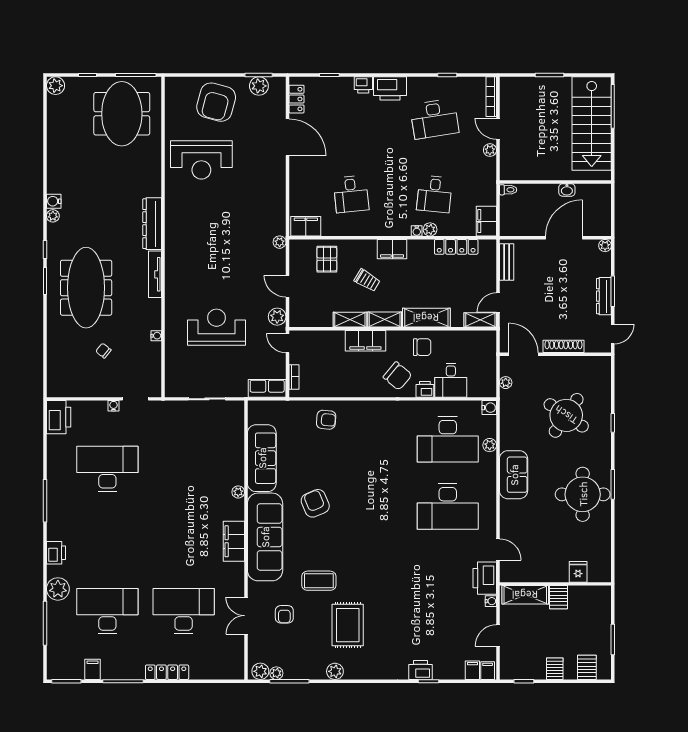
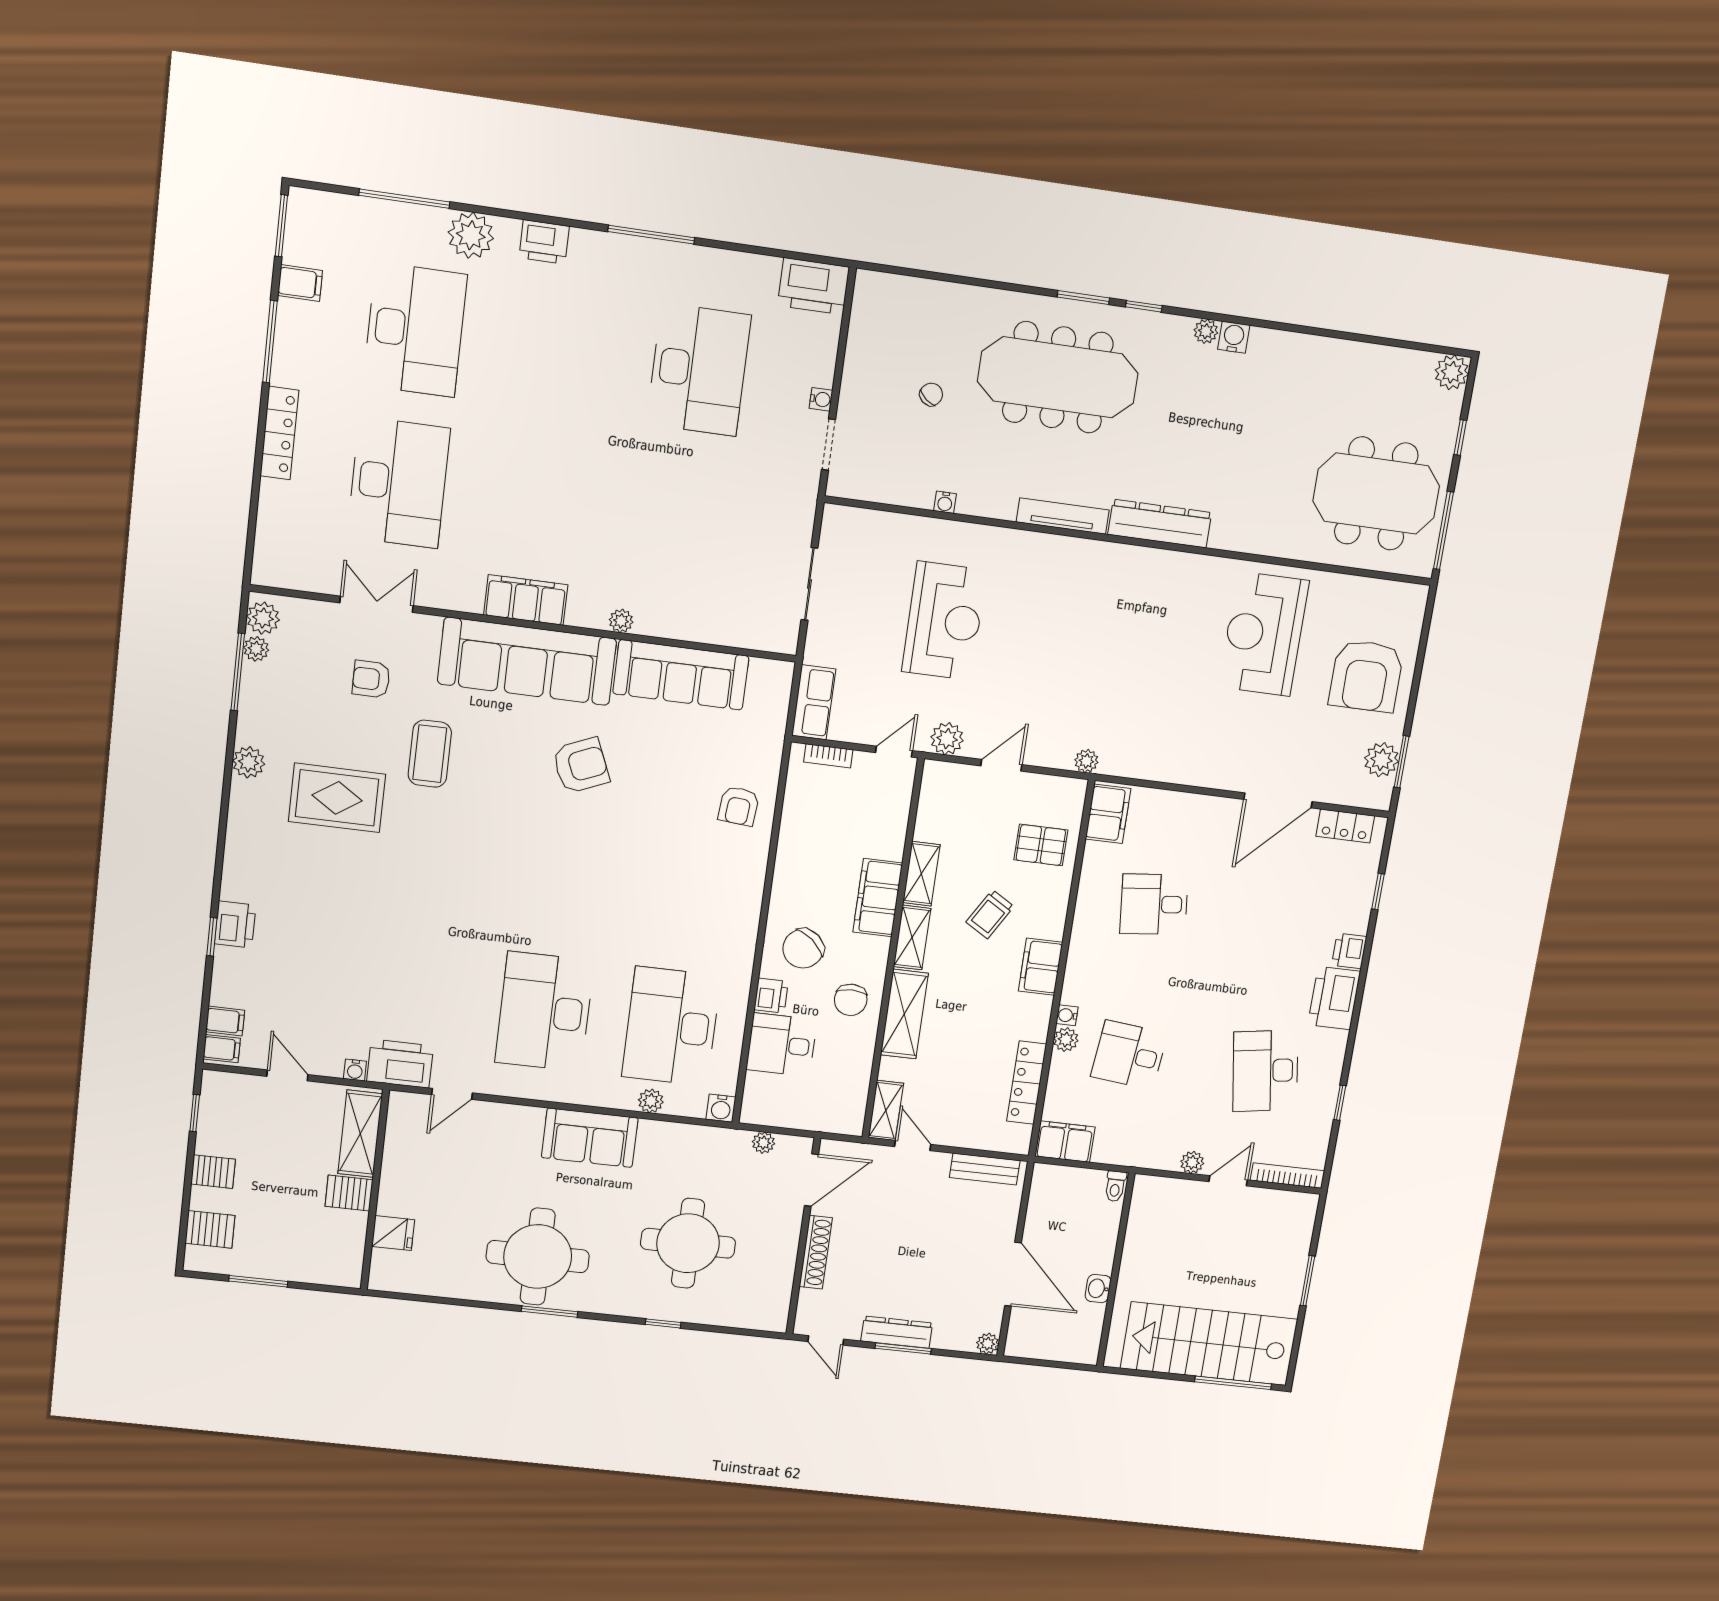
armchair: (216, 102) -> (1366, 676), turned -105
round table: (566, 415) -> (688, 1243), turned -34

